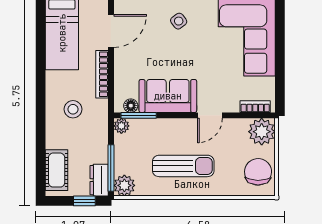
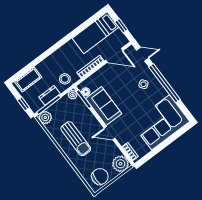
stool: (73, 109) -> (65, 79), moved
dresser: (99, 180) -> (50, 95), moved

